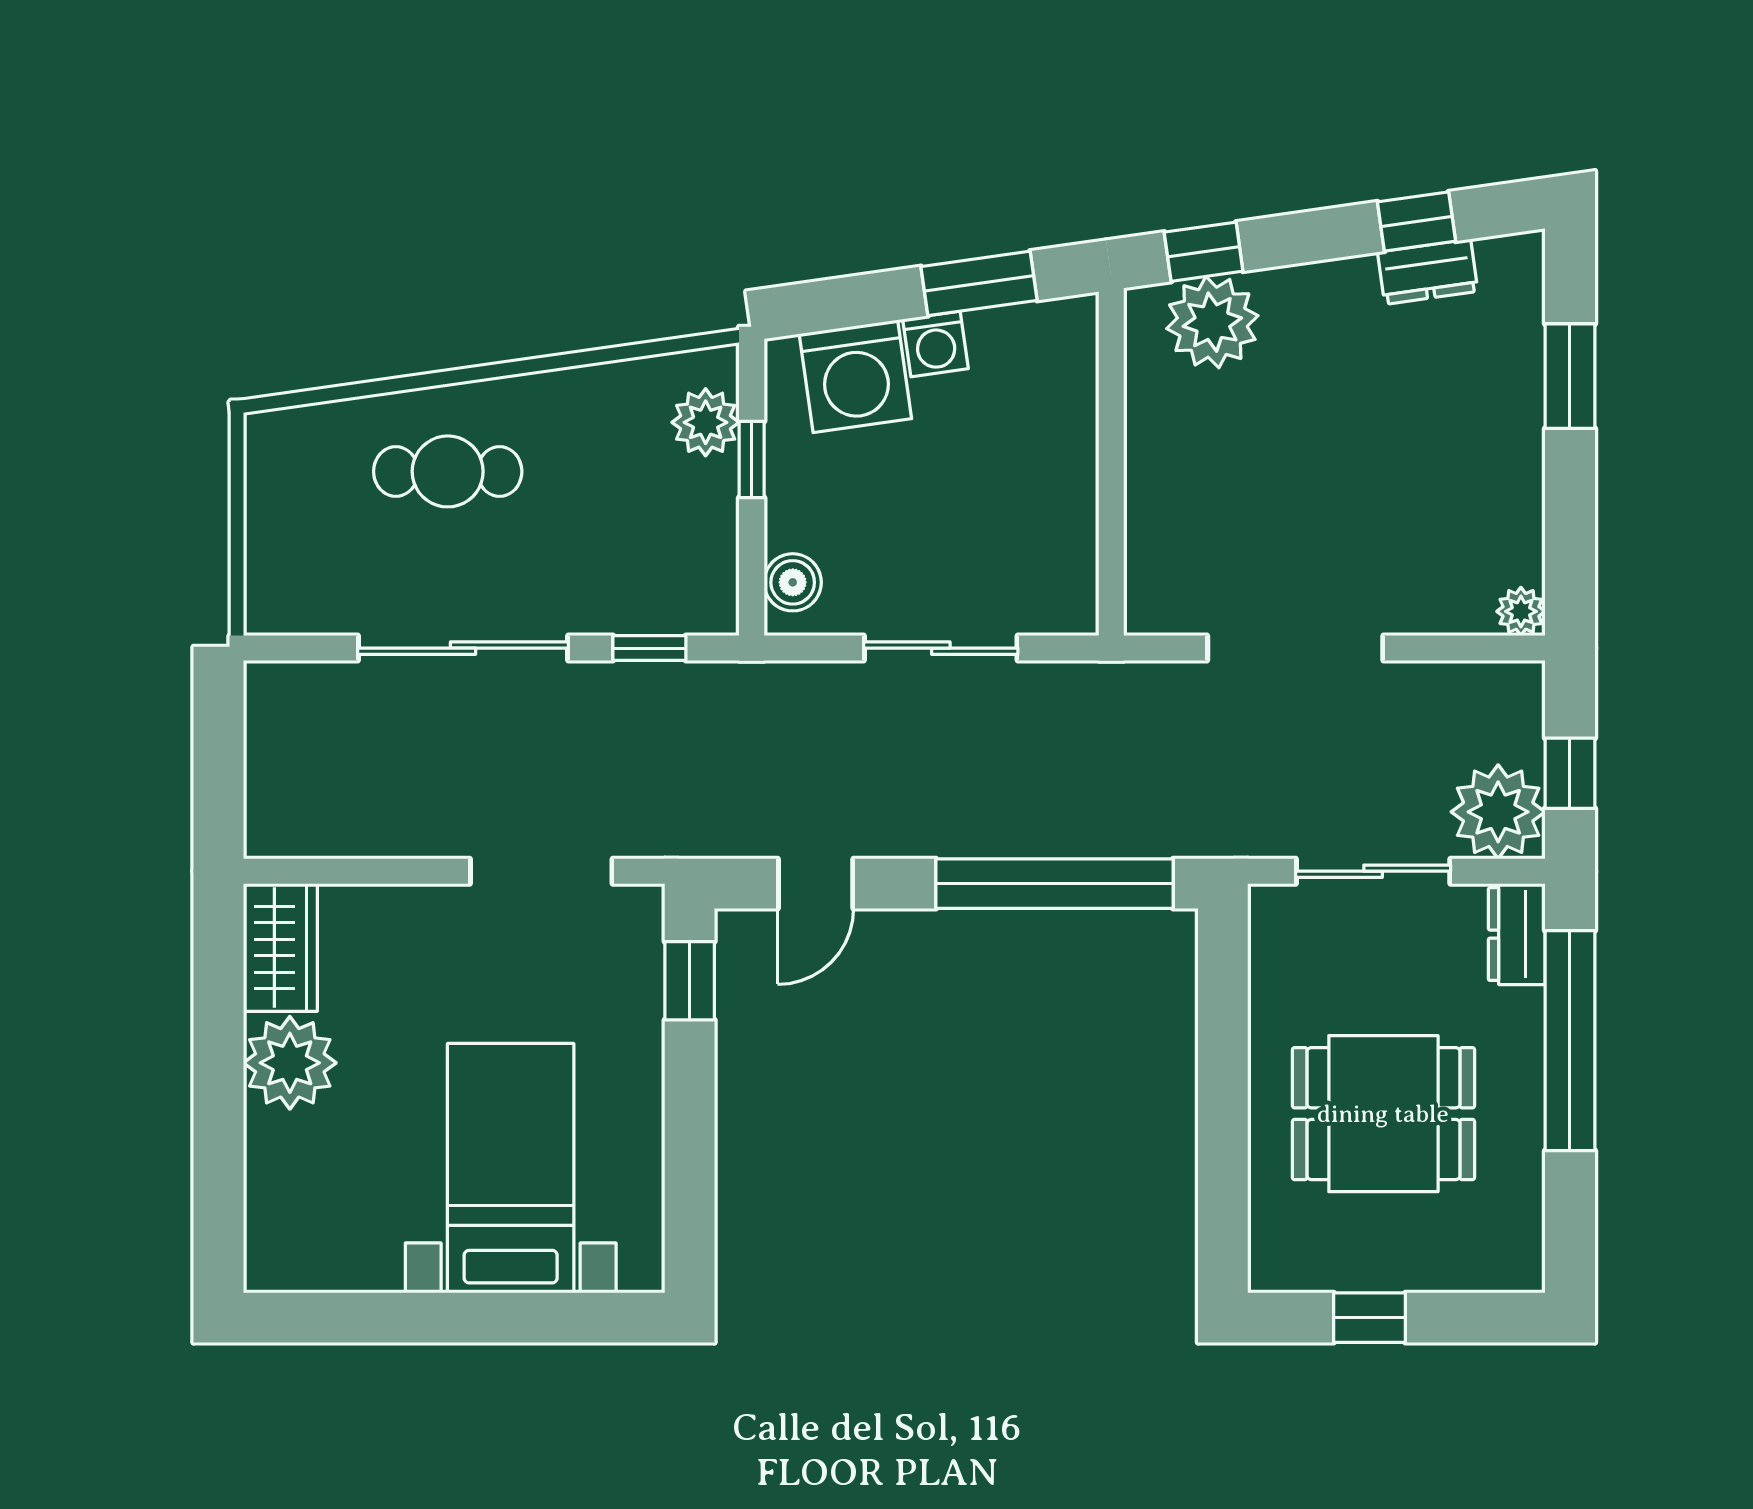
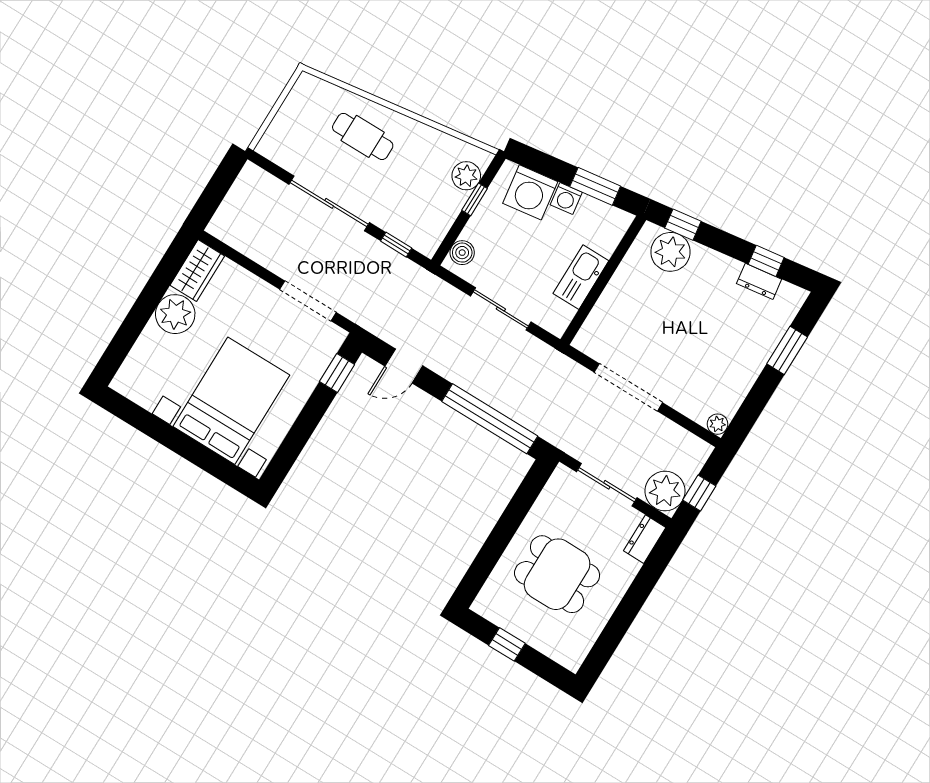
kitchen sink: (1063, 484) -> (581, 277), added
window: (1570, 1041) -> (640, 589), removed
bed with nightstands: (511, 1168) -> (231, 401), width x1.36

